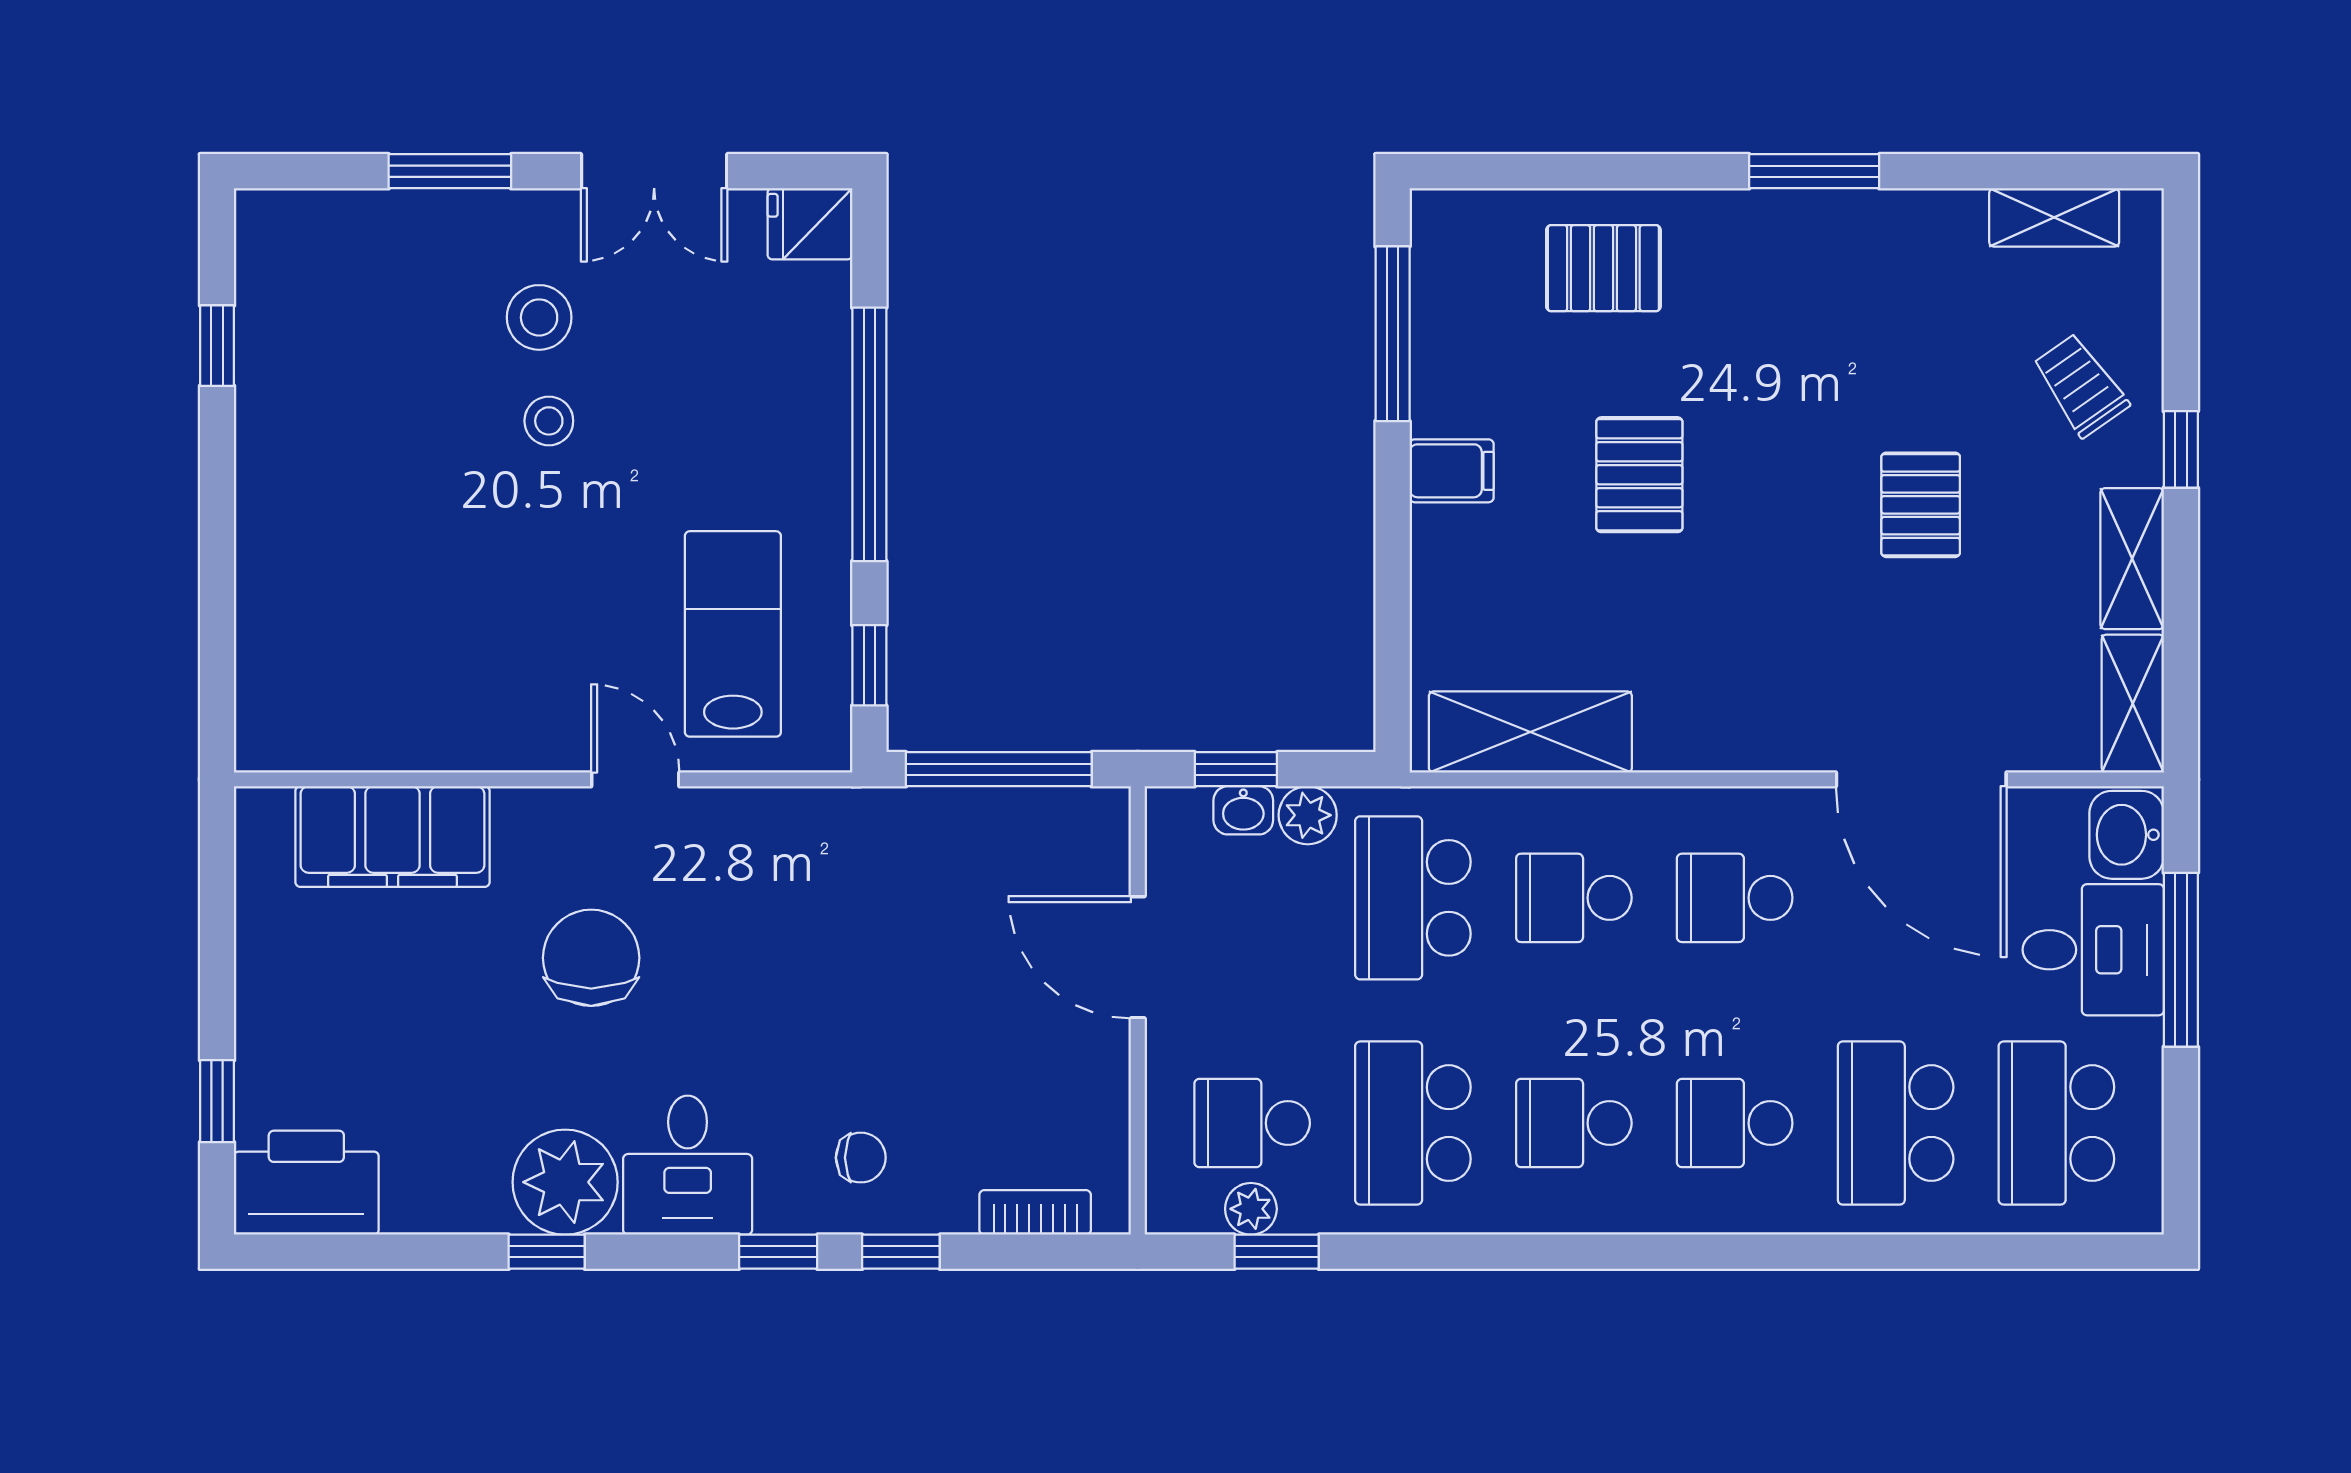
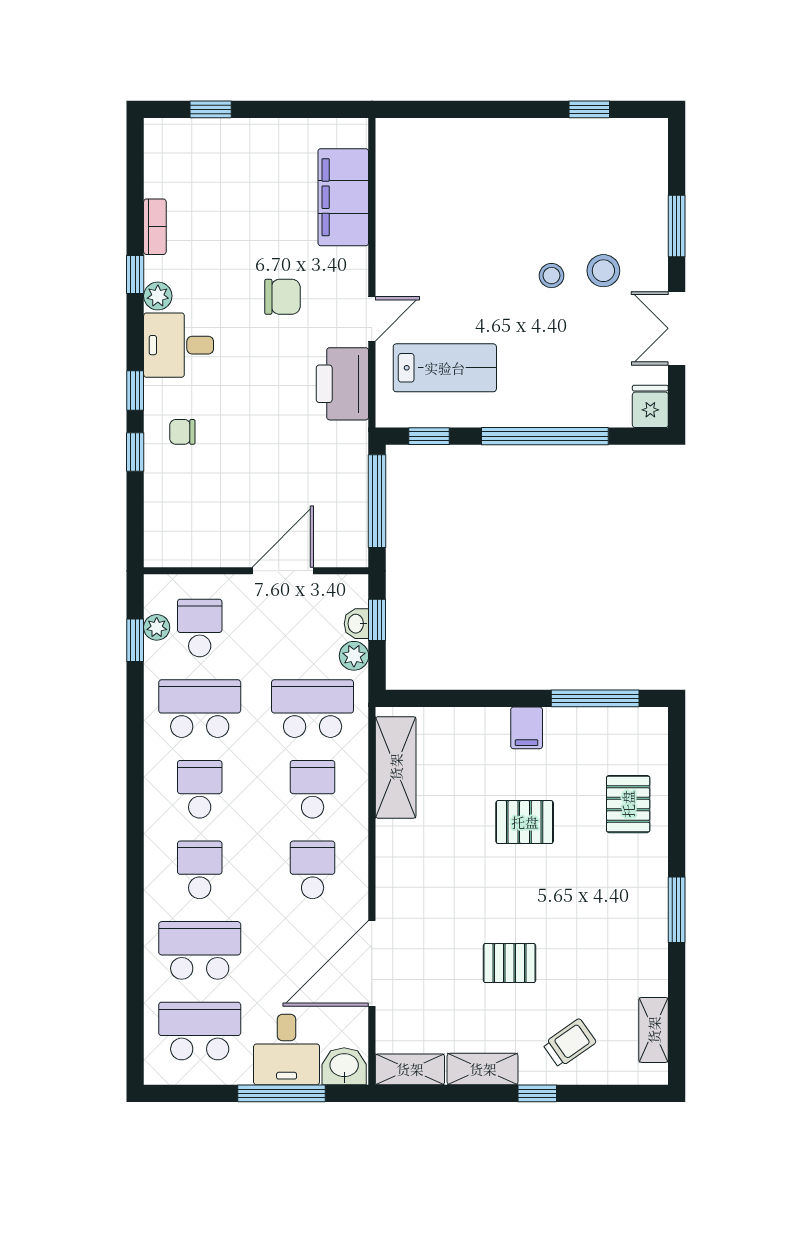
chair: (591, 958) -> (282, 297), width x0.73, depth x0.73
chair: (861, 1158) -> (182, 432), turned 90
plant: (565, 1182) -> (158, 296), width x0.53, depth x0.53
printer: (306, 1183) -> (342, 384), moved, turned 180
bookcase: (1035, 1212) -> (155, 227), moved

